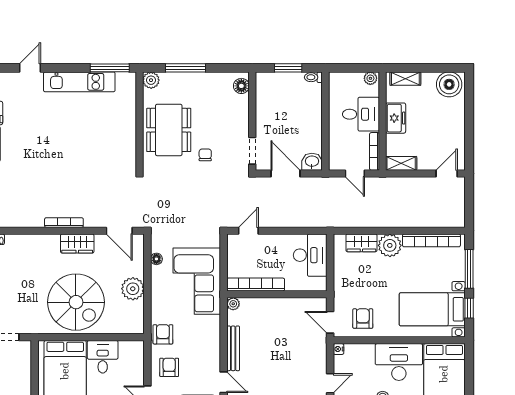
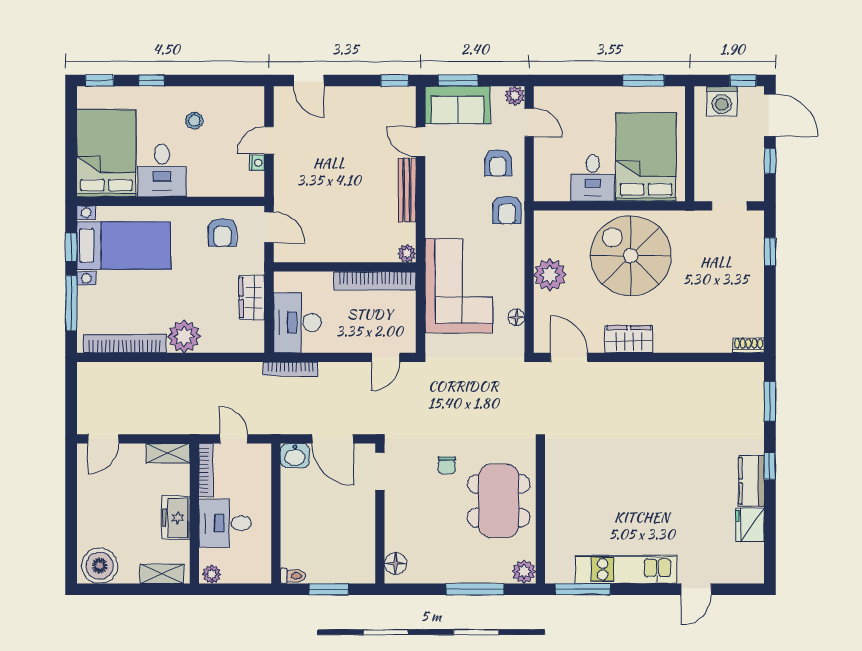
bookcase: (64, 223) -> (290, 369), moved
wardrobe: (361, 243) -> (252, 298), moved, turned -90
nightstand: (339, 349) -> (257, 163), moved
desk: (399, 362) -> (162, 170), width x0.73

